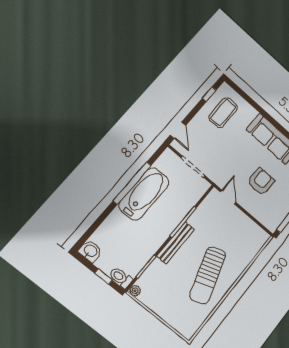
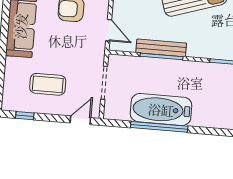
coffee table: (223, 113) -> (48, 84), moved
door: (228, 197) -> (109, 30), swing flipped
bench: (176, 243) -> (161, 48), moved

